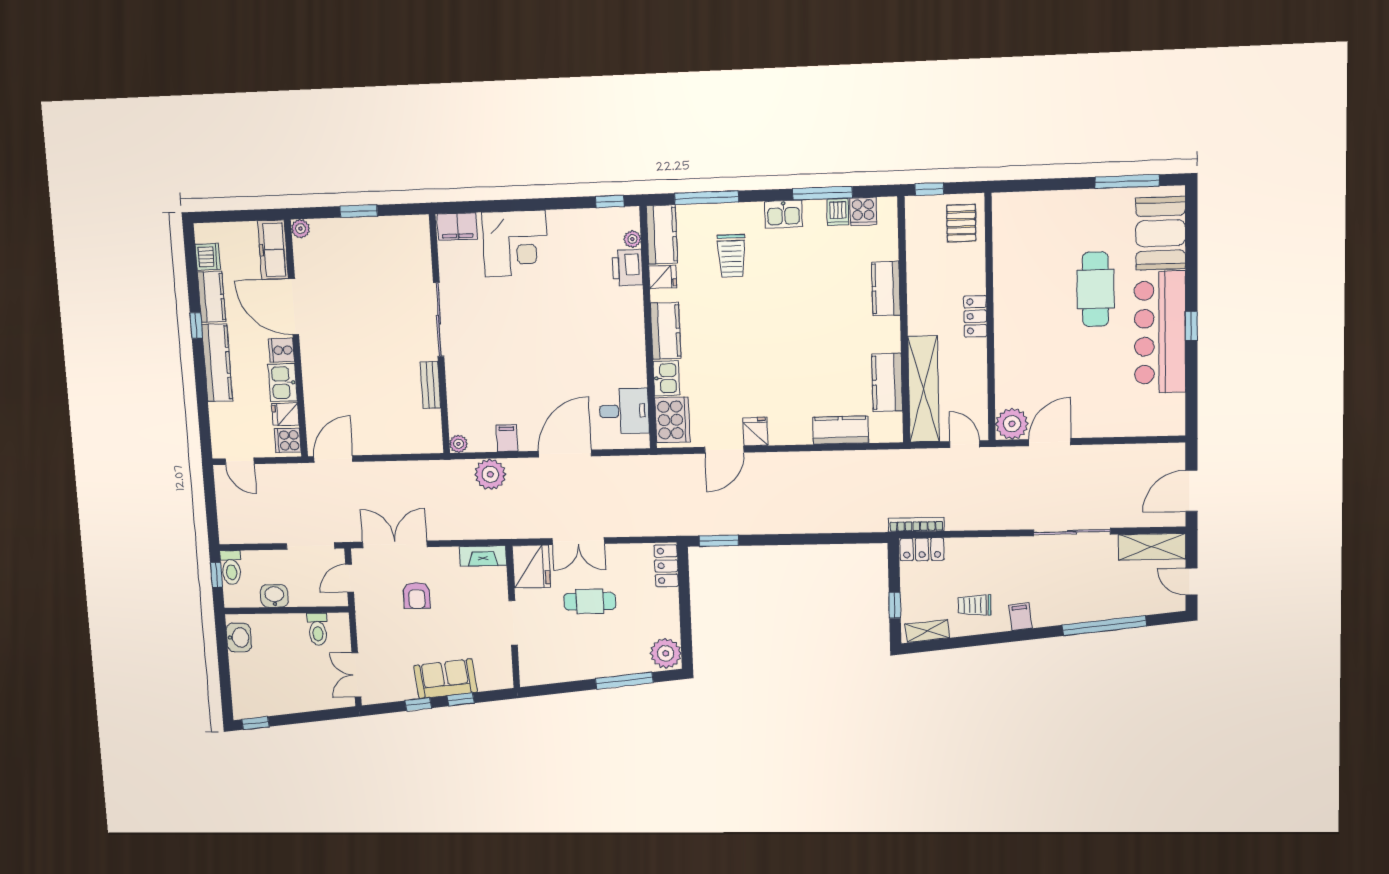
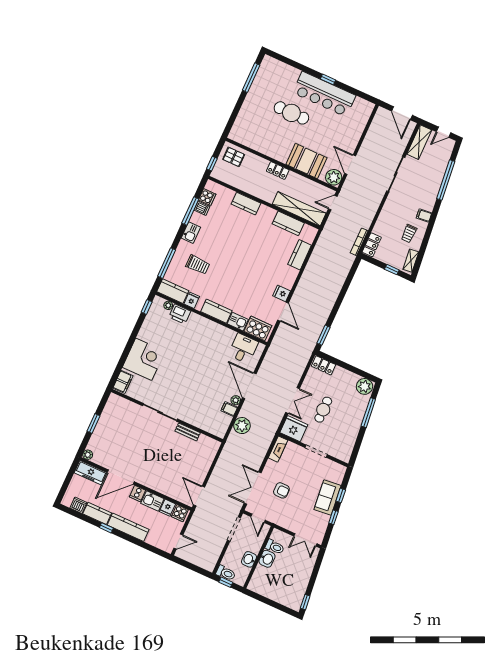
booth: (1161, 233) -> (306, 161), moved
plant: (458, 444) -> (236, 400), moved
washbasin: (239, 637) -> (267, 559), moved, turned 90

